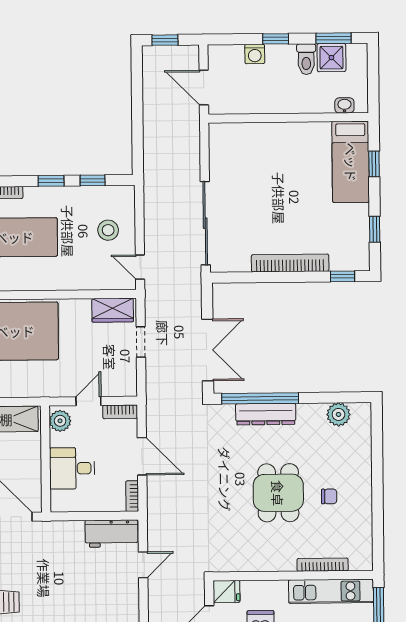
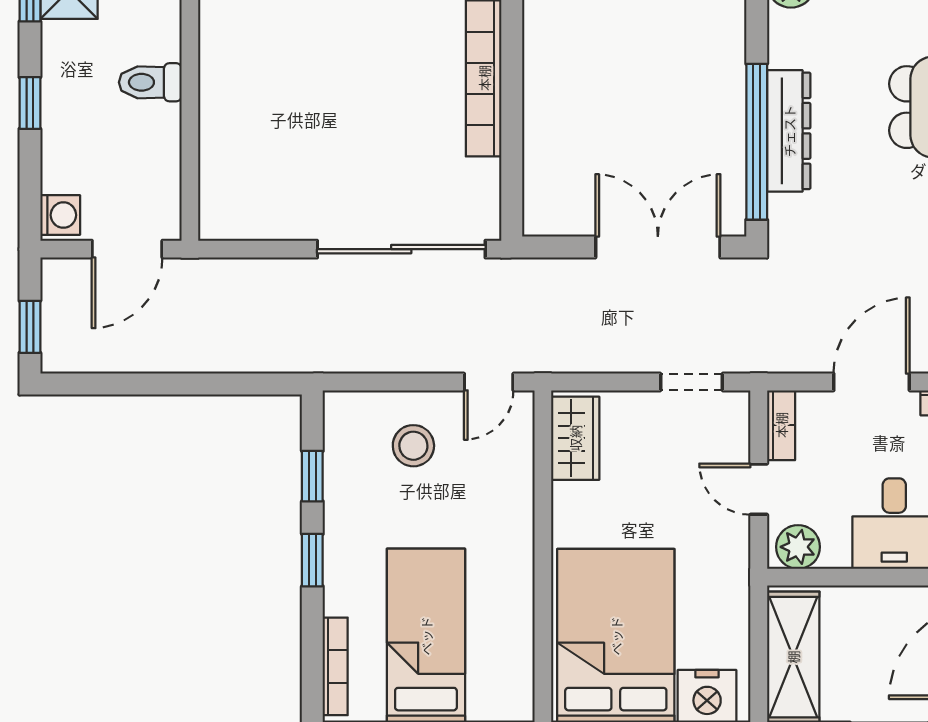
washing machine: (255, 54) -> (60, 215), moved
toilet: (306, 59) -> (150, 82), moved, turned 180
doorway: (141, 342) -> (692, 382), moved

